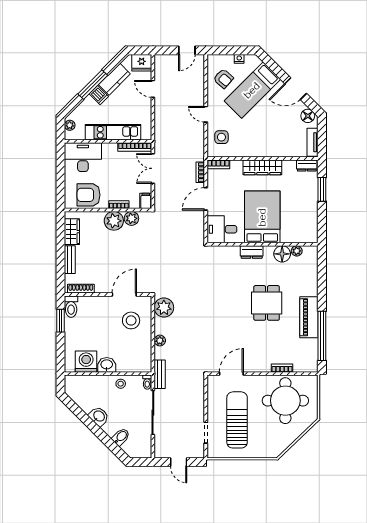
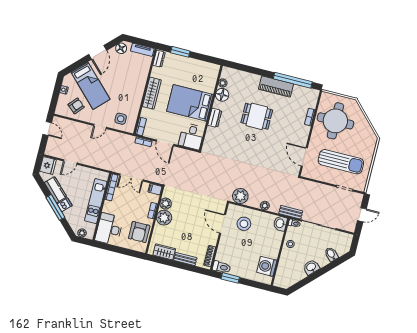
washbasin: (107, 365) -> (280, 223), moved
sun lounger: (237, 420) -> (341, 162), turned 180

